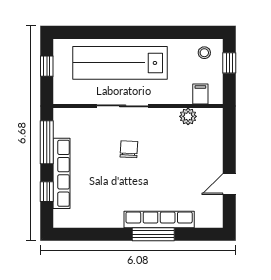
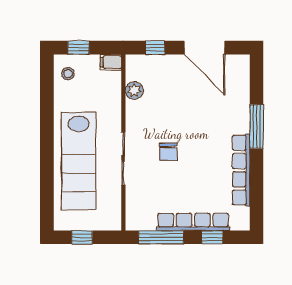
filing cabinet: (200, 94) -> (111, 62), moved
window: (229, 137) -> (155, 48), added
chair: (129, 149) -> (168, 152), turned -93
door: (229, 184) -> (204, 48), width x1.87
row of seats: (159, 219) -> (241, 170), moved

